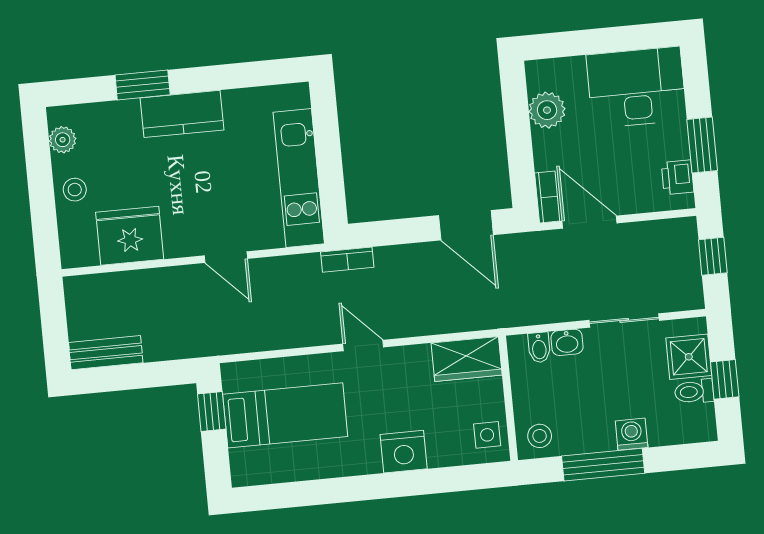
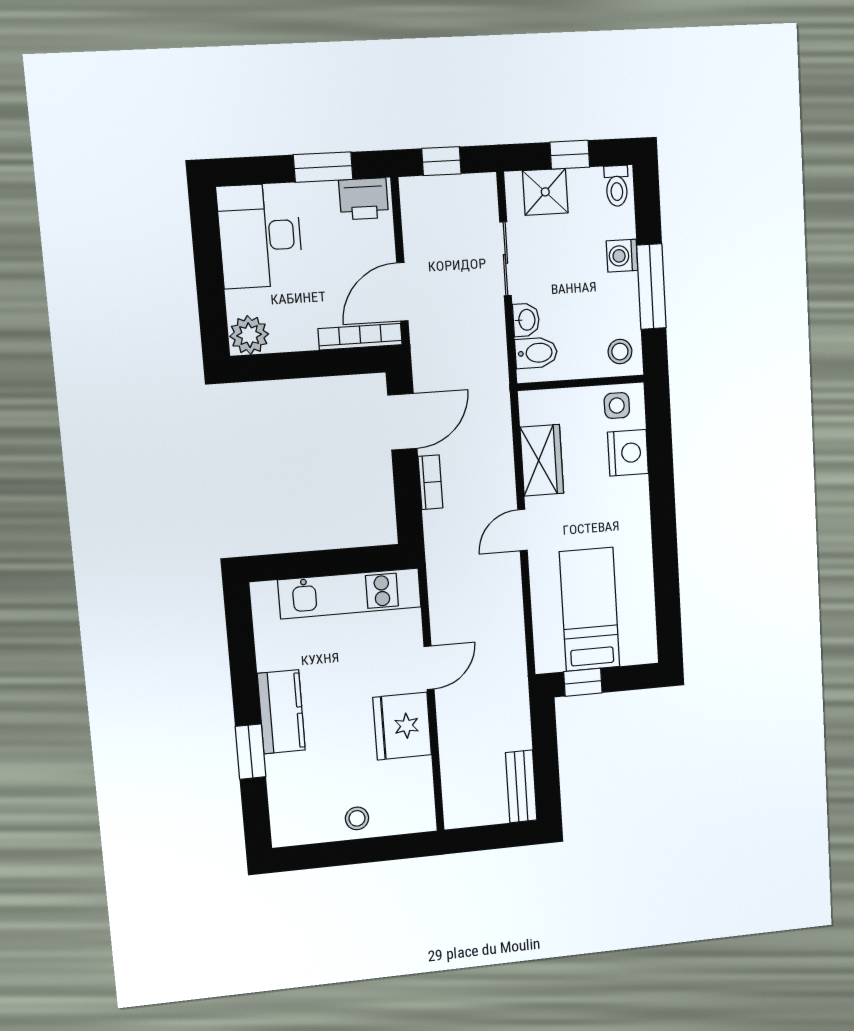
plant: (547, 110) -> (249, 335), moved
plant: (63, 140) -> (306, 831), removed
printer: (678, 177) -> (364, 199), width x1.36, depth x1.24
bookcase: (547, 197) -> (360, 337), width x1.56
fridge: (130, 236) -> (402, 726), moved
bookcase: (347, 260) -> (430, 482), moved
bidet: (539, 347) -> (536, 353), width x1.38, depth x1.36
wardrobe: (467, 359) -> (542, 460), moved
toilet: (694, 392) -> (617, 186), moved
nightstand: (404, 452) -> (628, 453), moved

